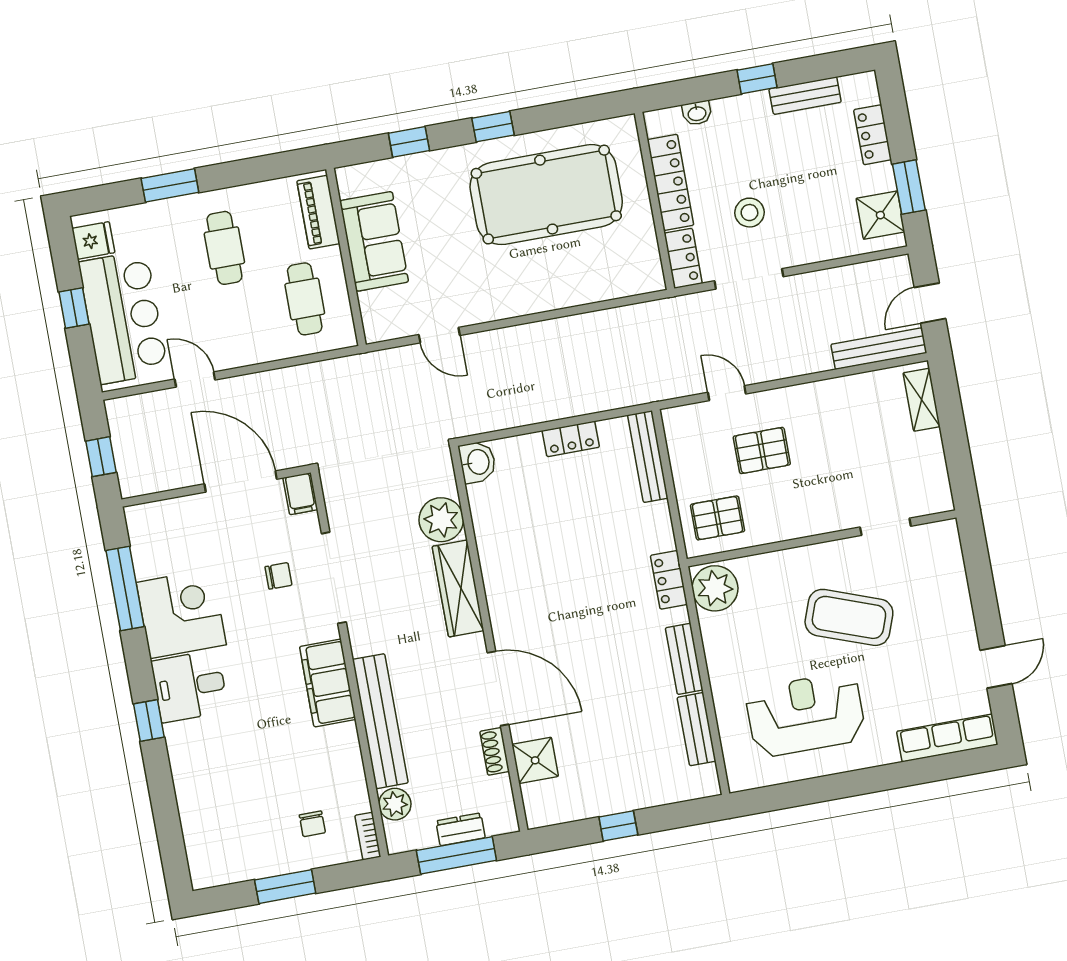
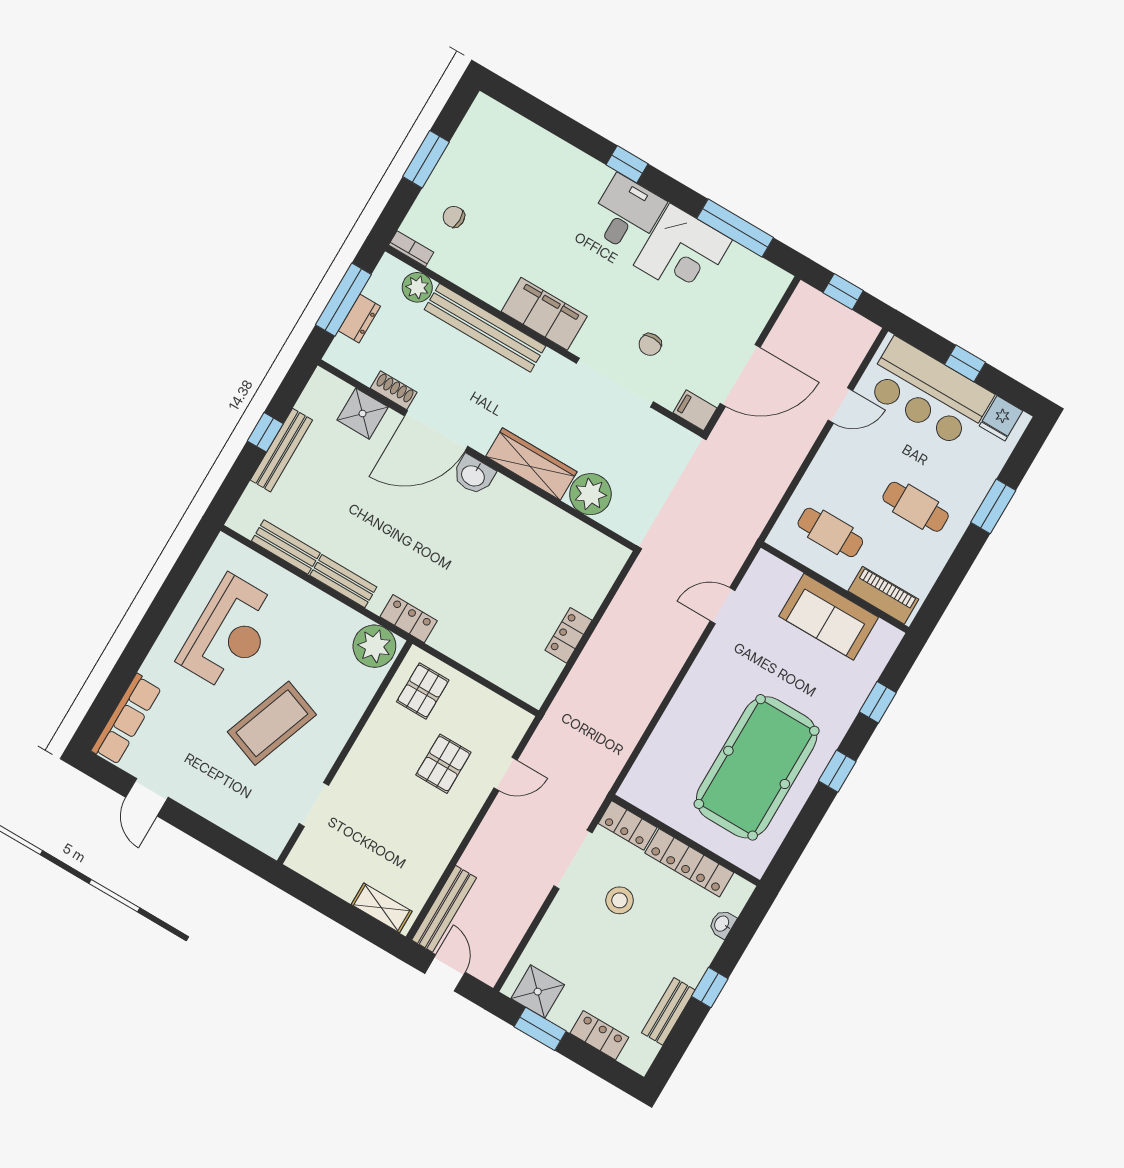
bench: (648, 457) -> (281, 450), moved, turned 90
washbasin: (477, 462) -> (473, 475), moved

